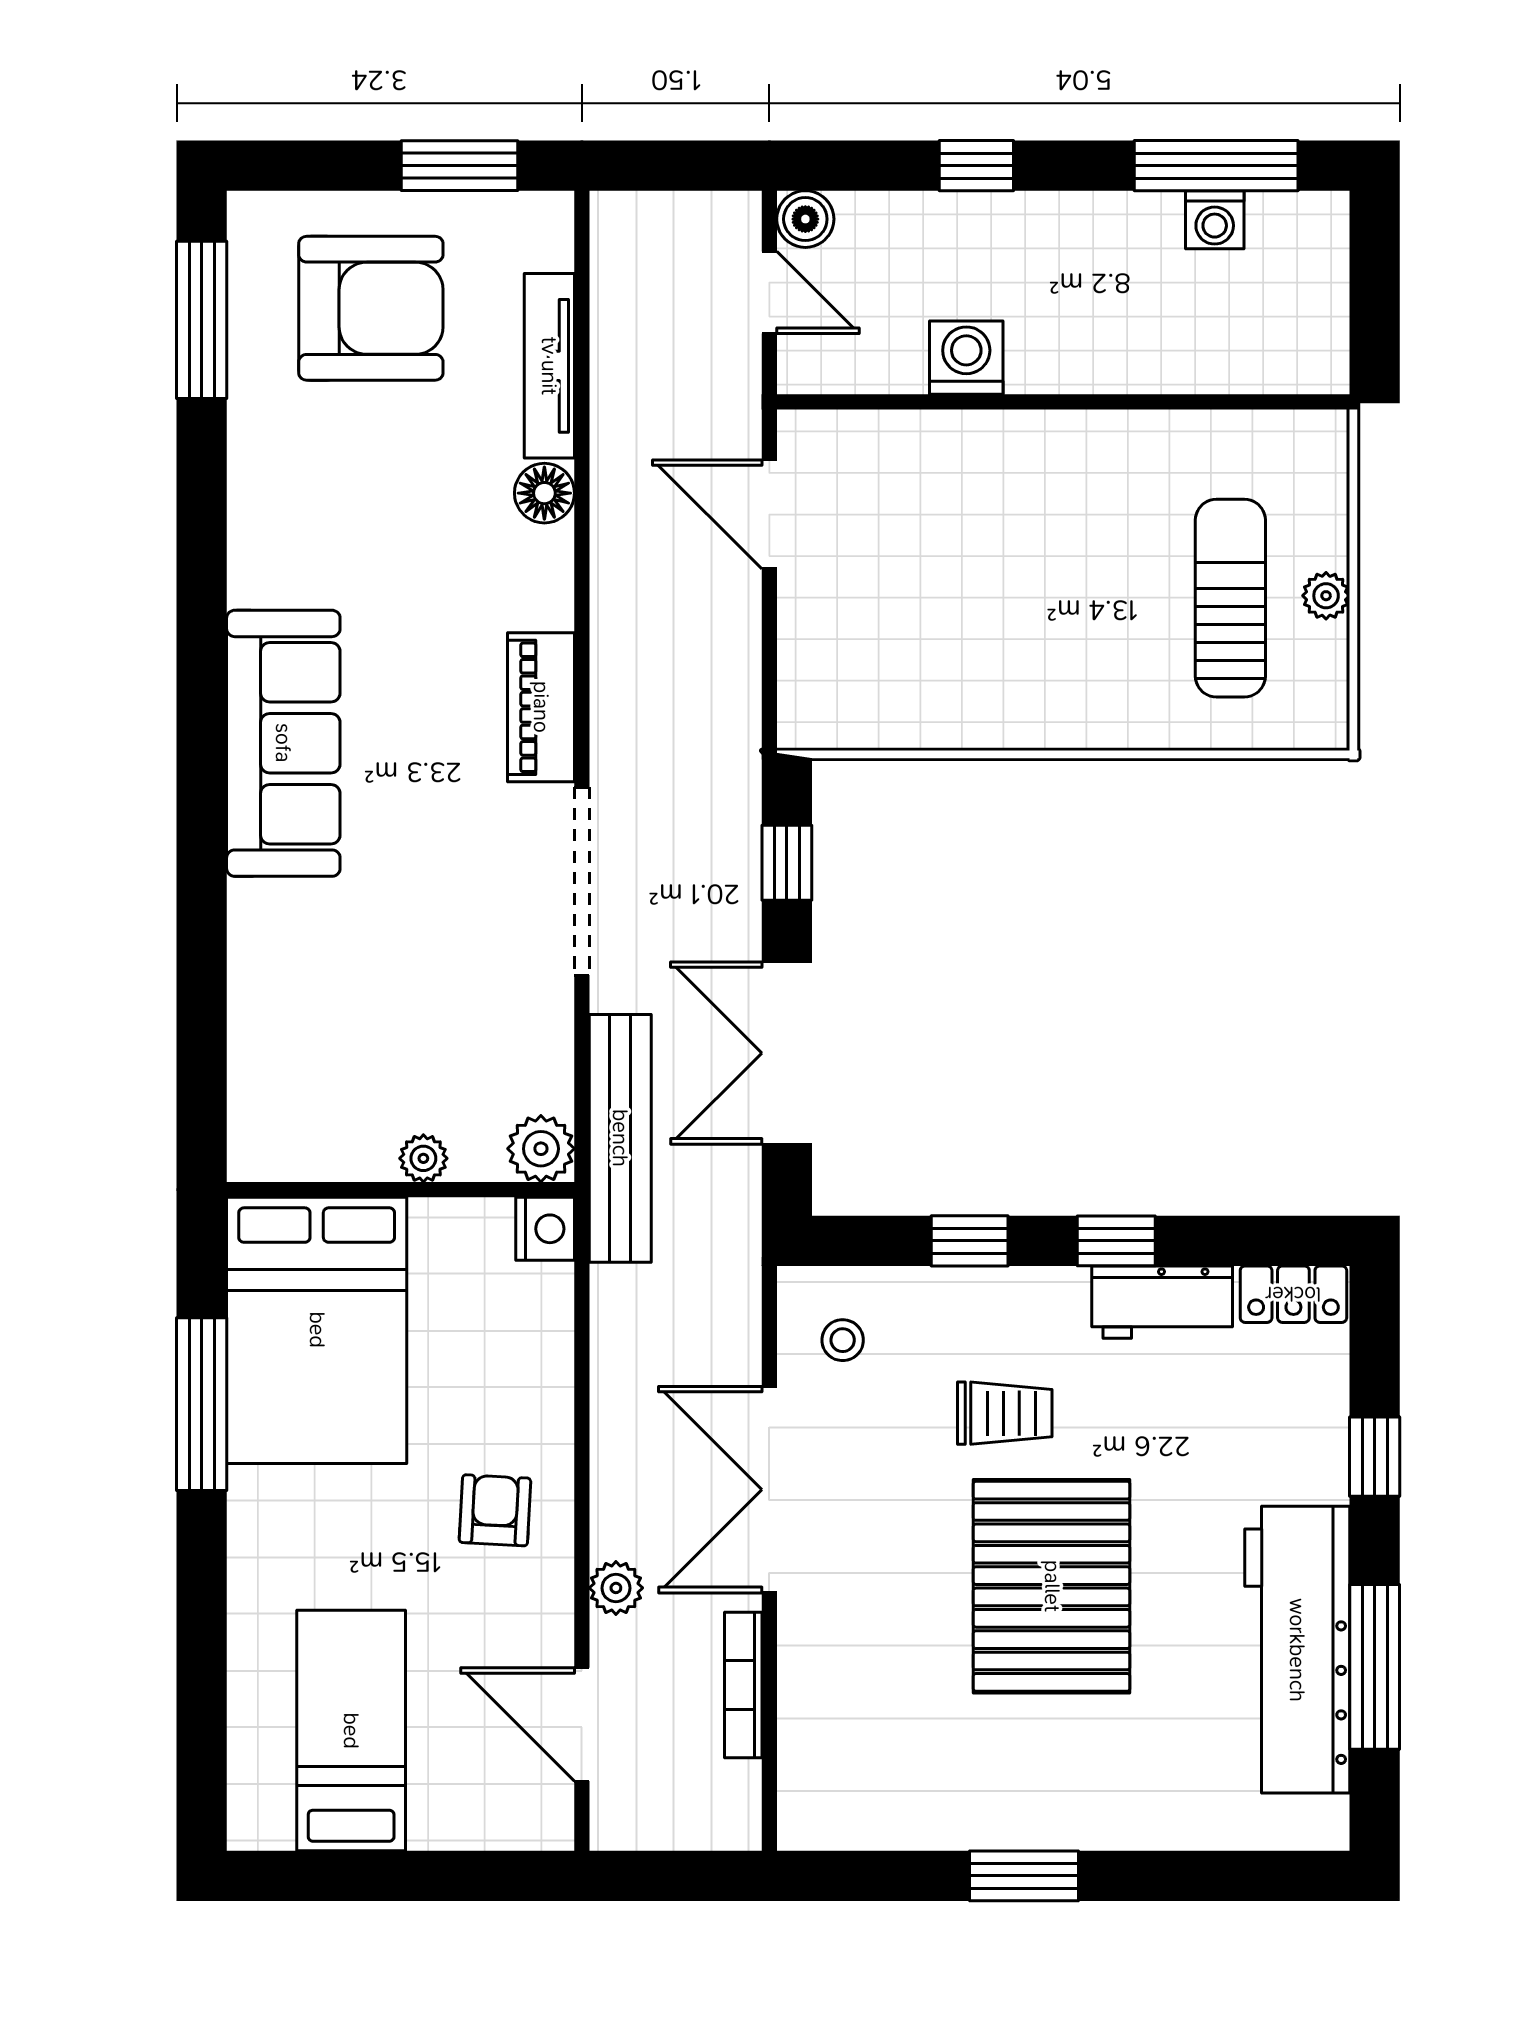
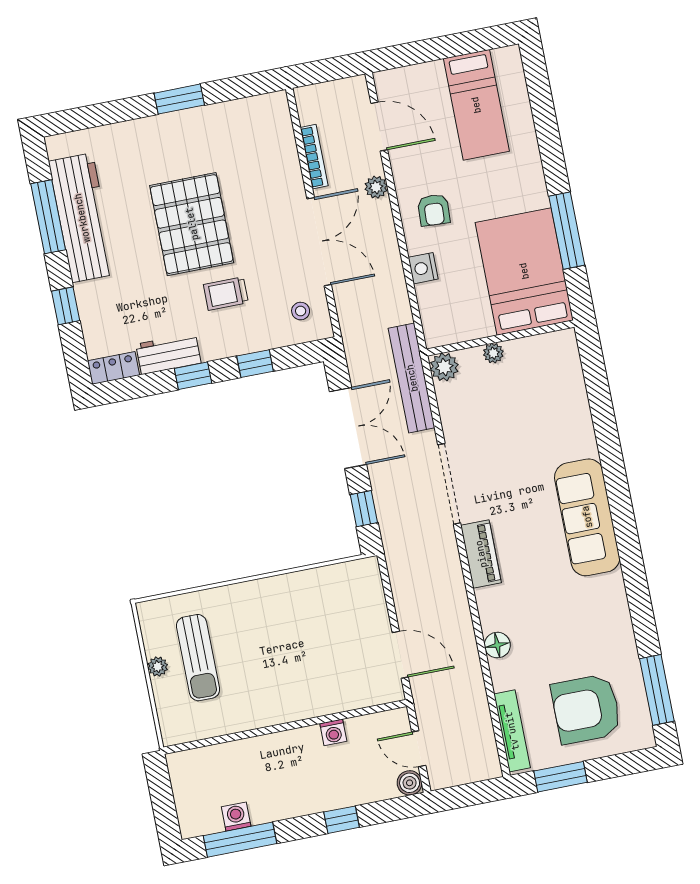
washing machine: (966, 358) -> (333, 732), width x0.73, depth x0.73
tv unit: (549, 366) -> (512, 731), moved
nightstand: (545, 1229) -> (423, 268), moved

